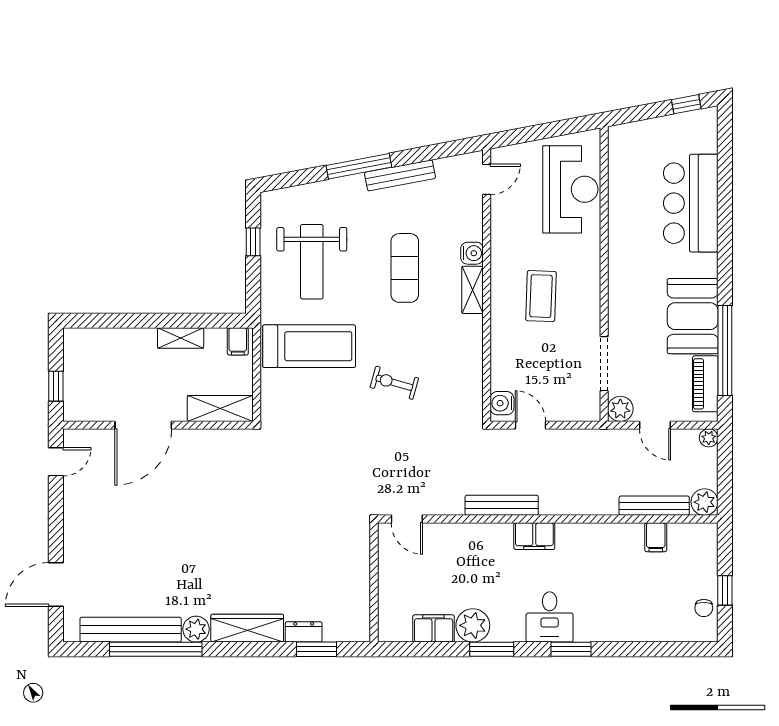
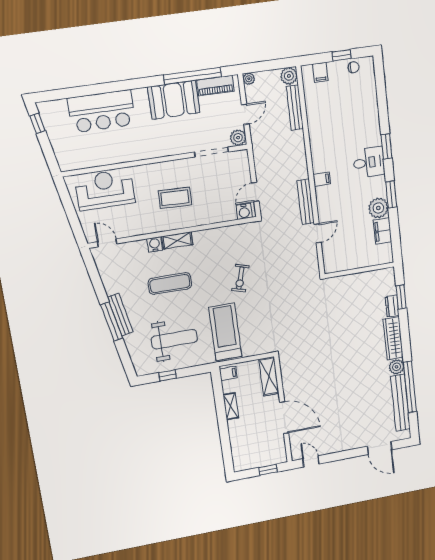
bench: (400, 175) -> (120, 315), moved
door: (407, 519) -> (318, 233), moved
filing cabinet: (534, 536) -> (322, 179), width x0.50
filing cabinet: (656, 537) -> (320, 72), moved, turned 90

